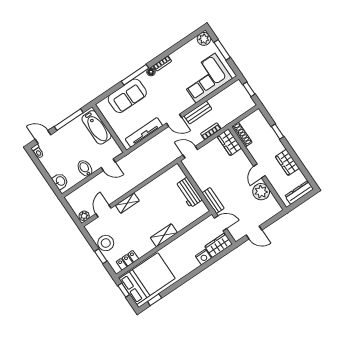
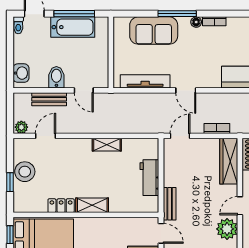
bench: (198, 113) -> (49, 99), moved
bathtub: (97, 127) -> (73, 27), moved, turned -90
wardrobe: (229, 142) -> (229, 161), width x1.50
door: (190, 152) -> (180, 136), hinge flipped
shelving: (127, 203) -> (107, 145), moved
locker: (127, 260) -> (61, 206), moved

